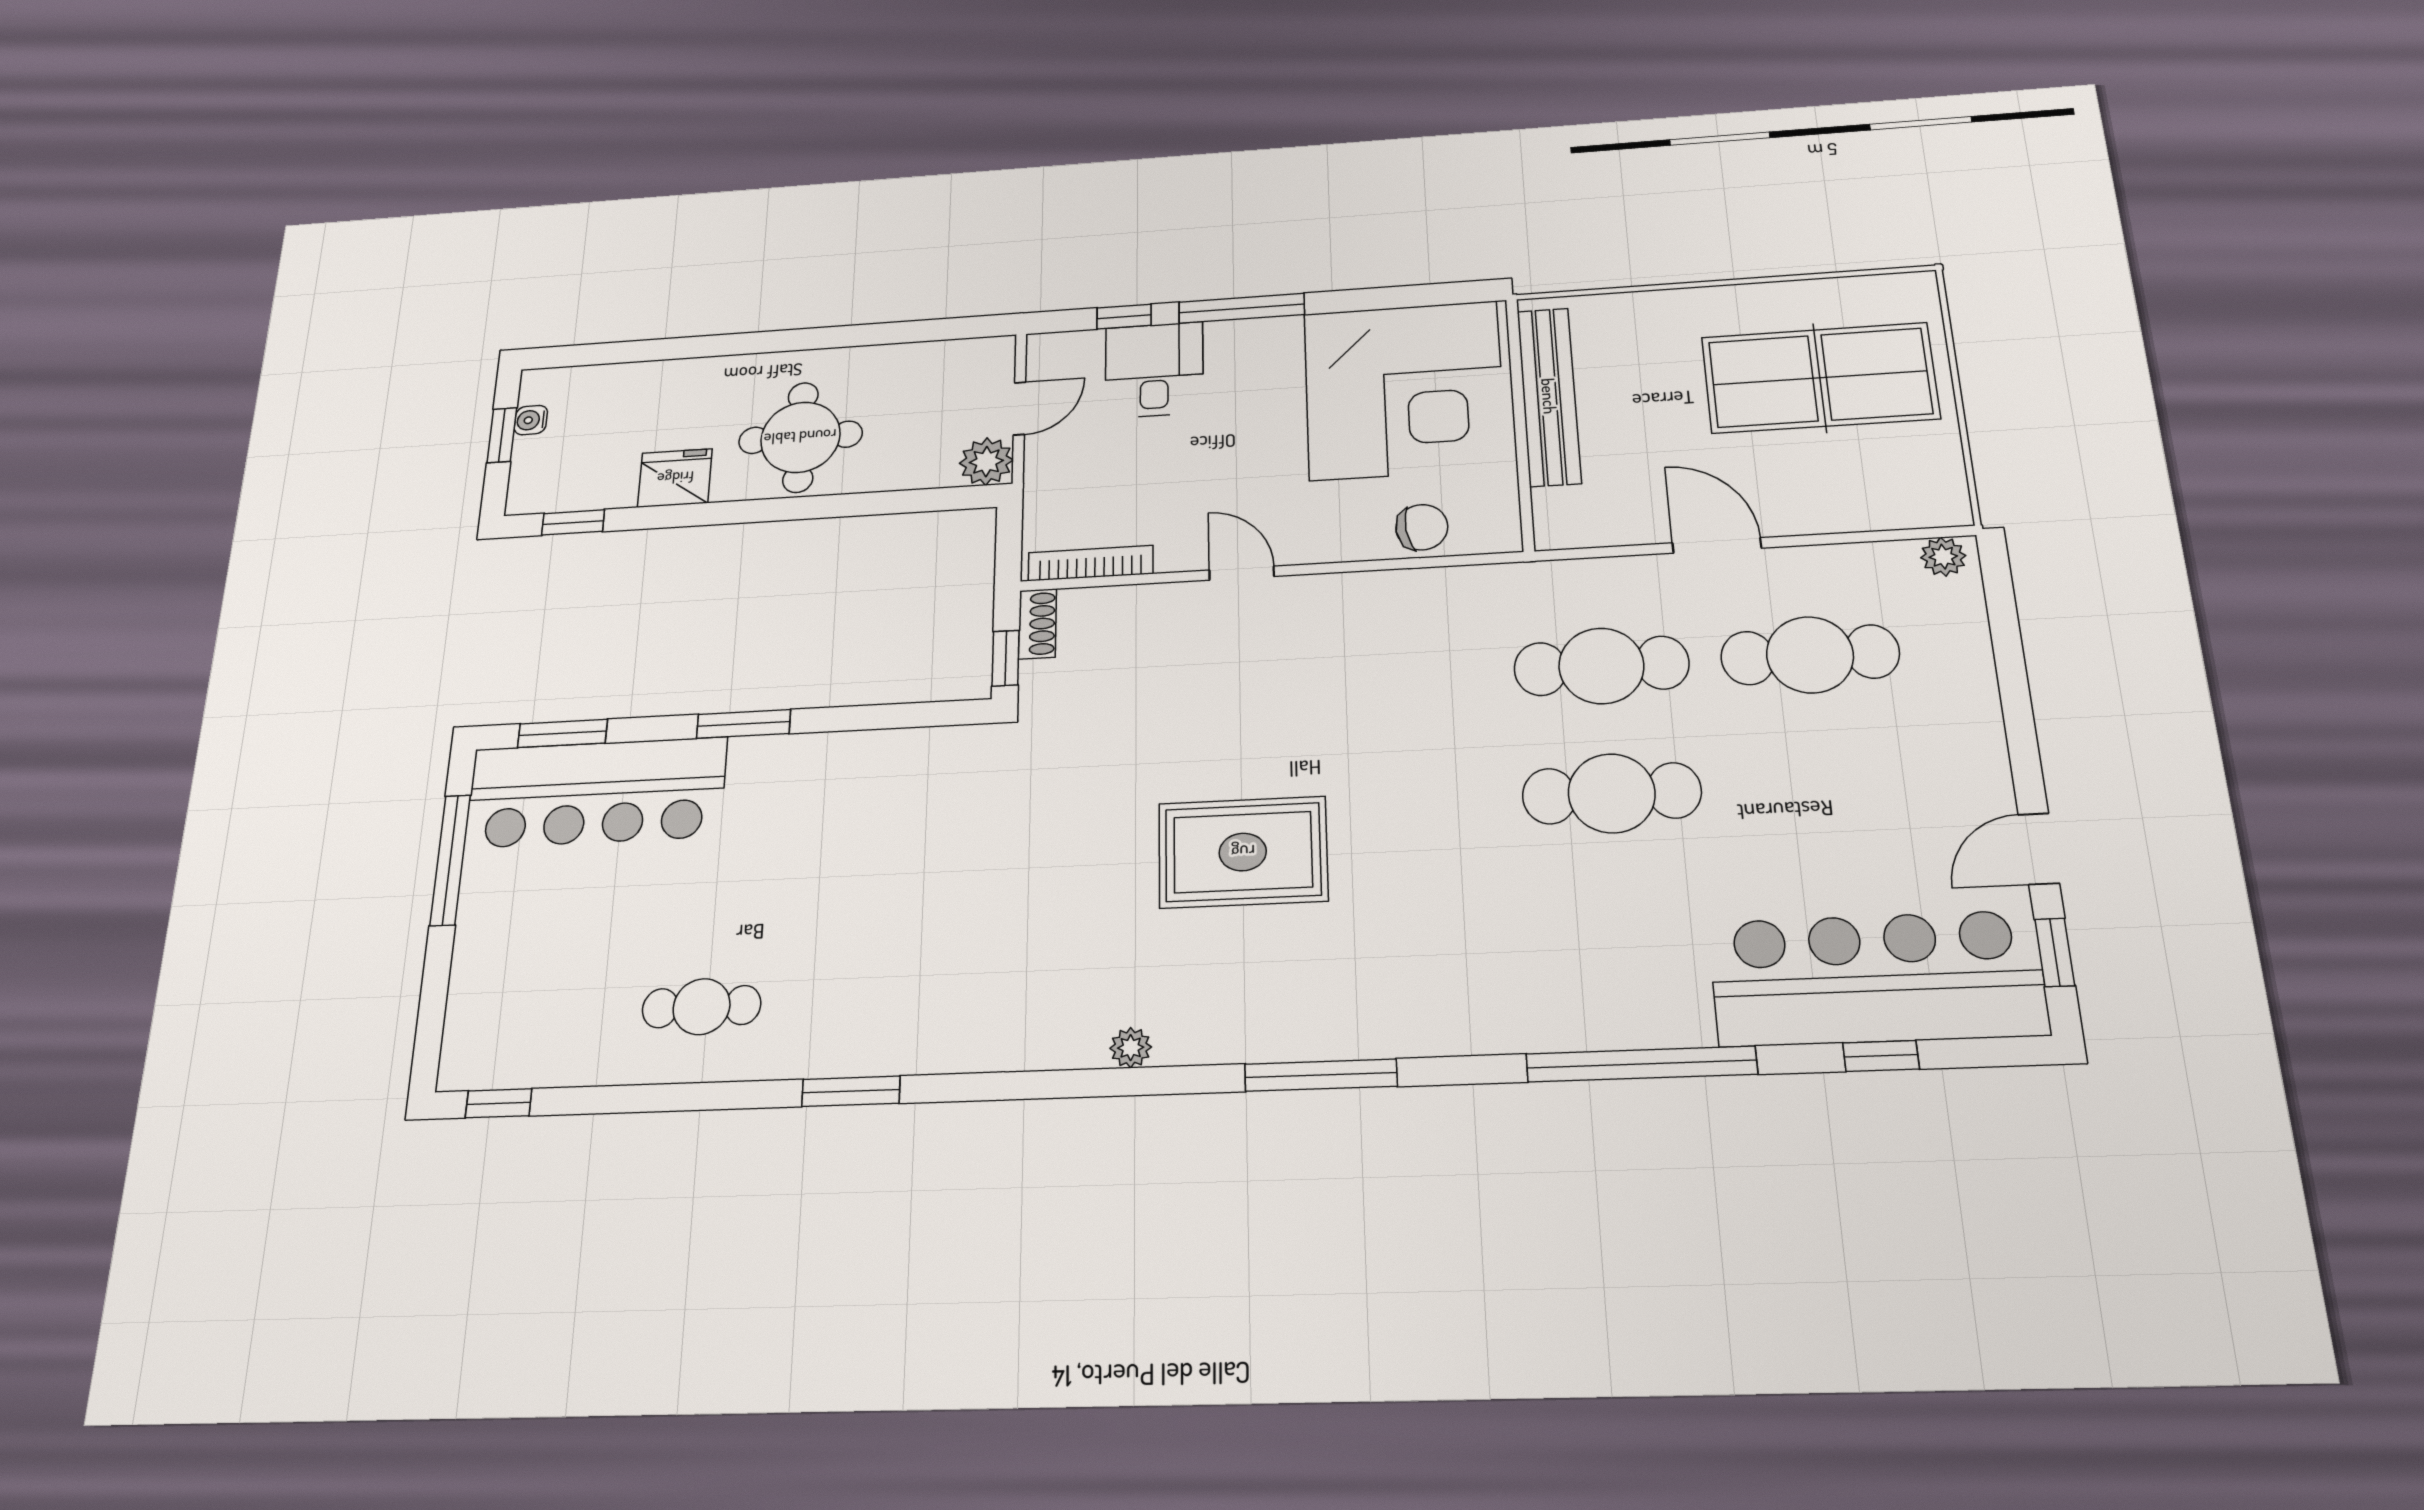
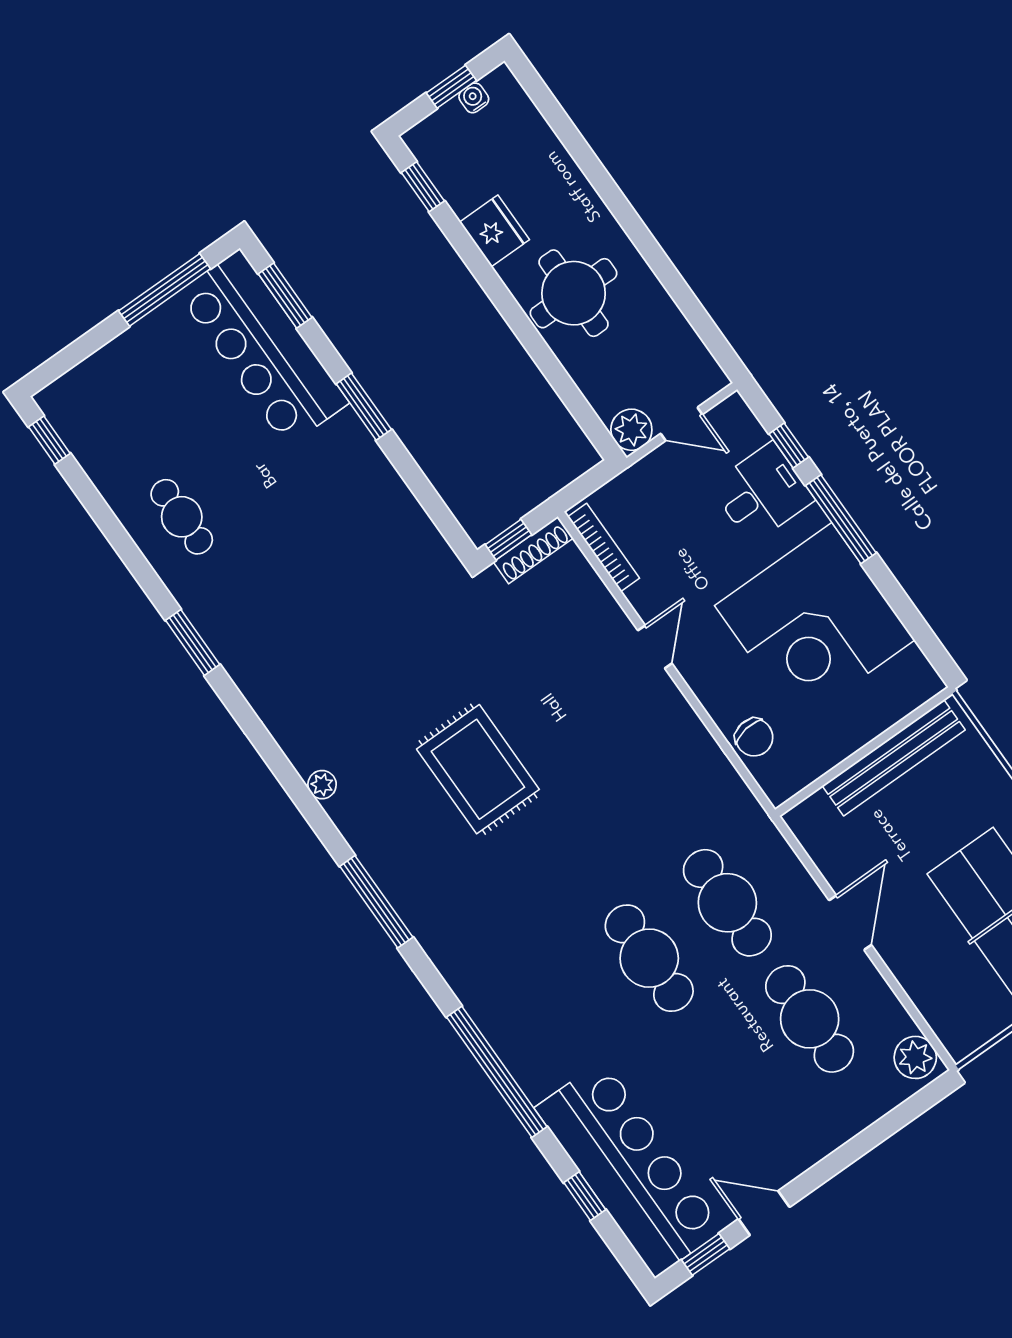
corner desk: (1404, 390) -> (815, 623), moved
plant: (1943, 557) -> (915, 1057), width x1.38, depth x1.38
shoe rack: (1037, 624) -> (533, 550), width x1.43

